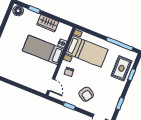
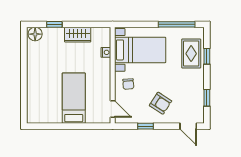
bed: (43, 50) -> (74, 98), moved, turned 90

